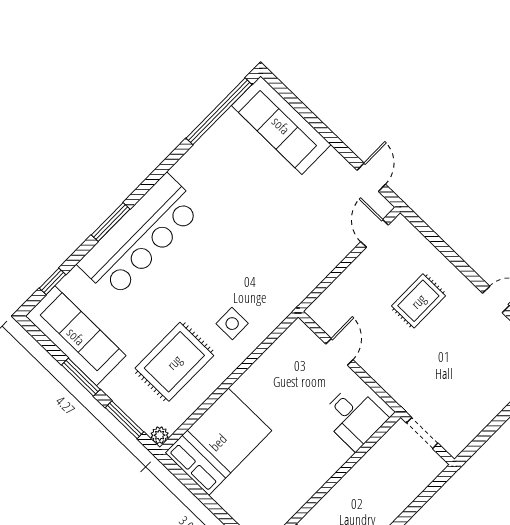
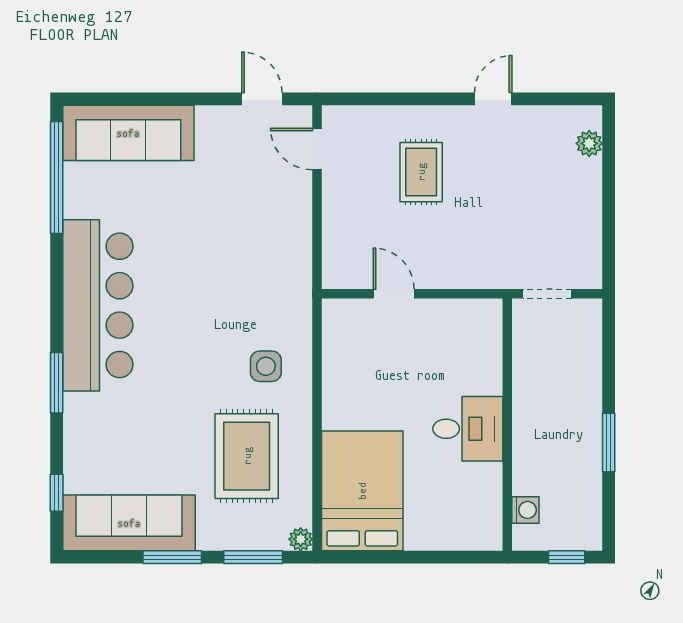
bar counter: (140, 236) -> (98, 305), moved
desk: (354, 417) -> (468, 429), moved

